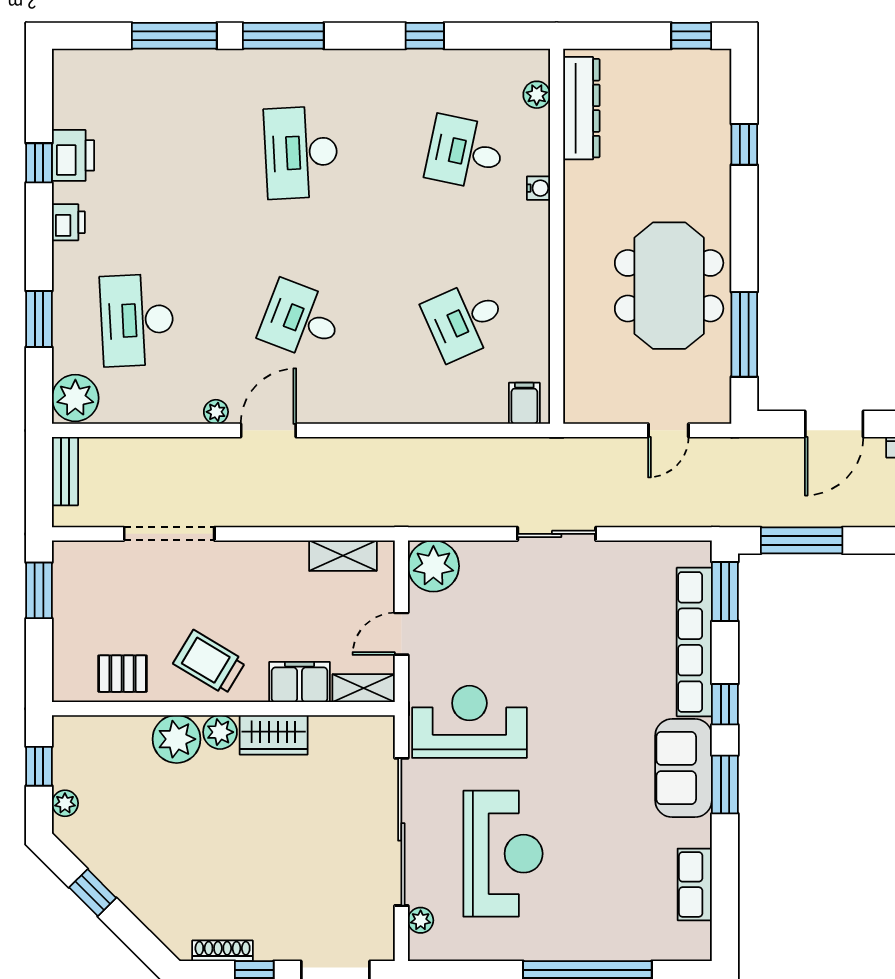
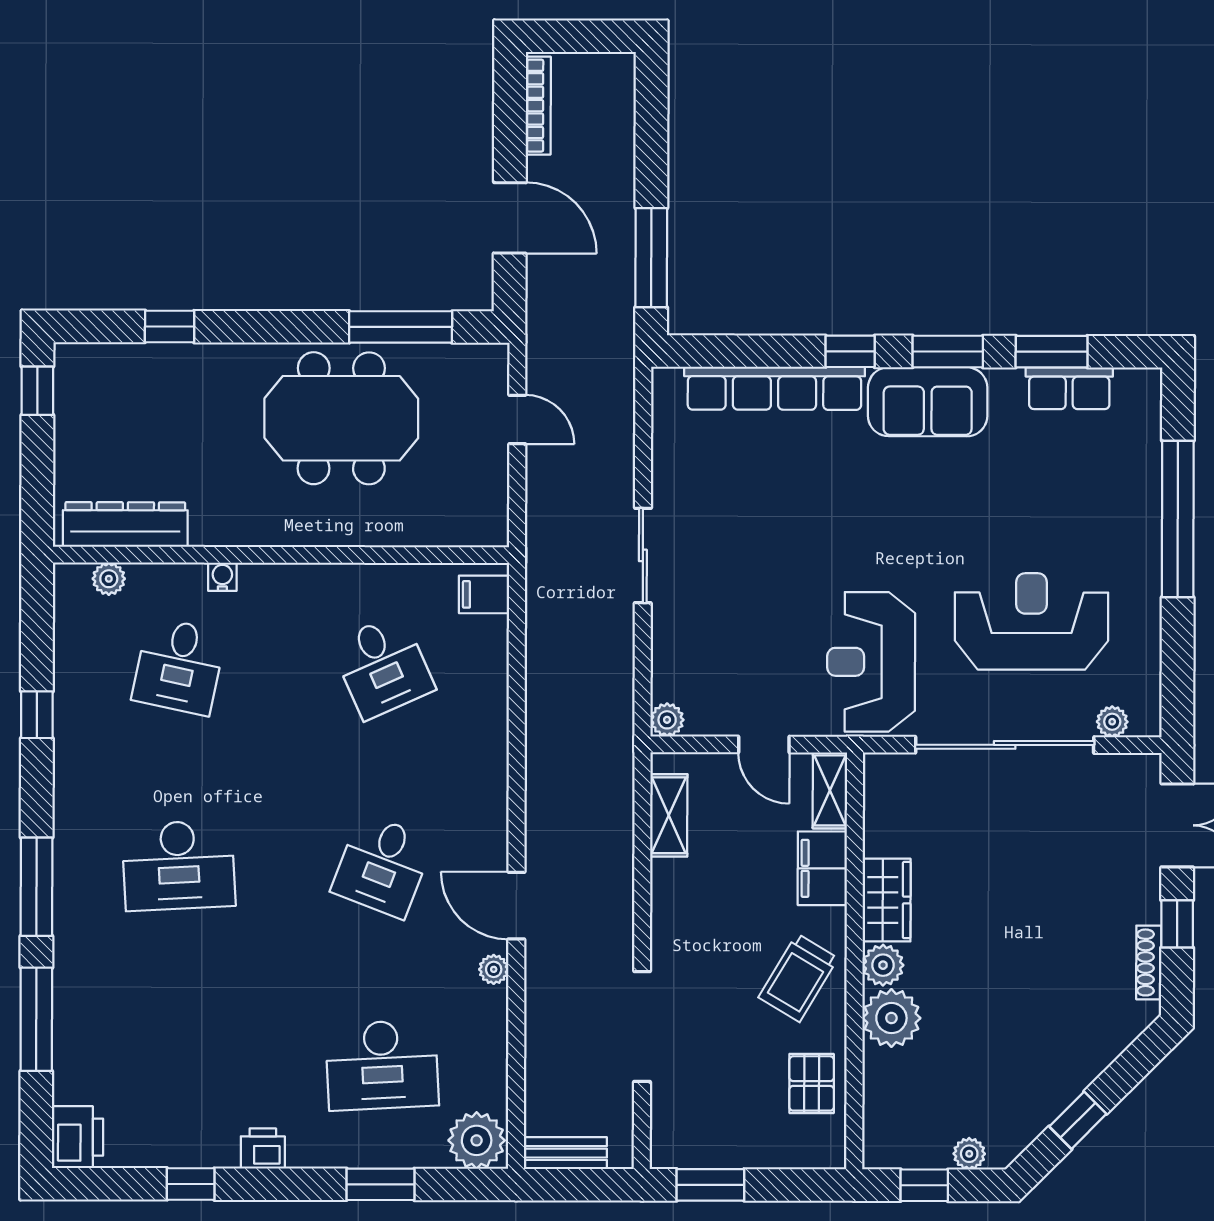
printer: (73, 155) -> (77, 1137), moved, turned 90
plant: (433, 566) -> (667, 720), width x0.53, depth x0.53
window: (725, 591) -> (1052, 352), moved

